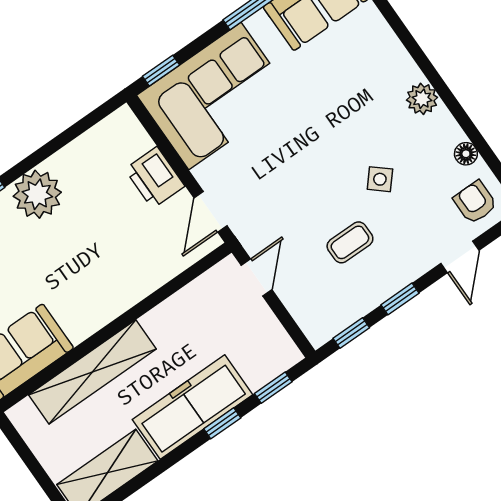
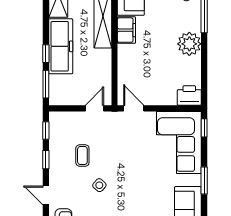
printer: (155, 178) -> (189, 95), moved
door: (257, 277) -> (95, 108), swing flipped
filing cabinet: (88, 316) -> (126, 30), added
window: (273, 388) -> (46, 84), width x1.50

